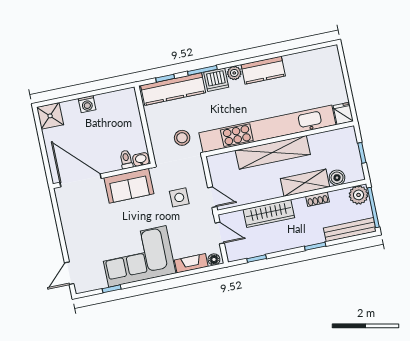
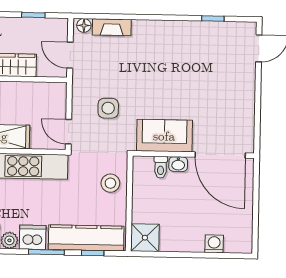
washing machine: (87, 104) -> (214, 244), moved
shower: (50, 116) -> (145, 238), moved
stool: (182, 138) -> (110, 183), moved
washbasin: (141, 159) -> (178, 164), moved
door: (212, 197) -> (68, 132), moved
corner sofa: (137, 256) -> (174, 50), removed

